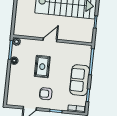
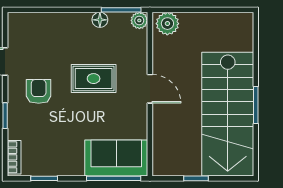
plant: (19, 28) -> (167, 24), added
sofa: (80, 80) -> (116, 158), moved

